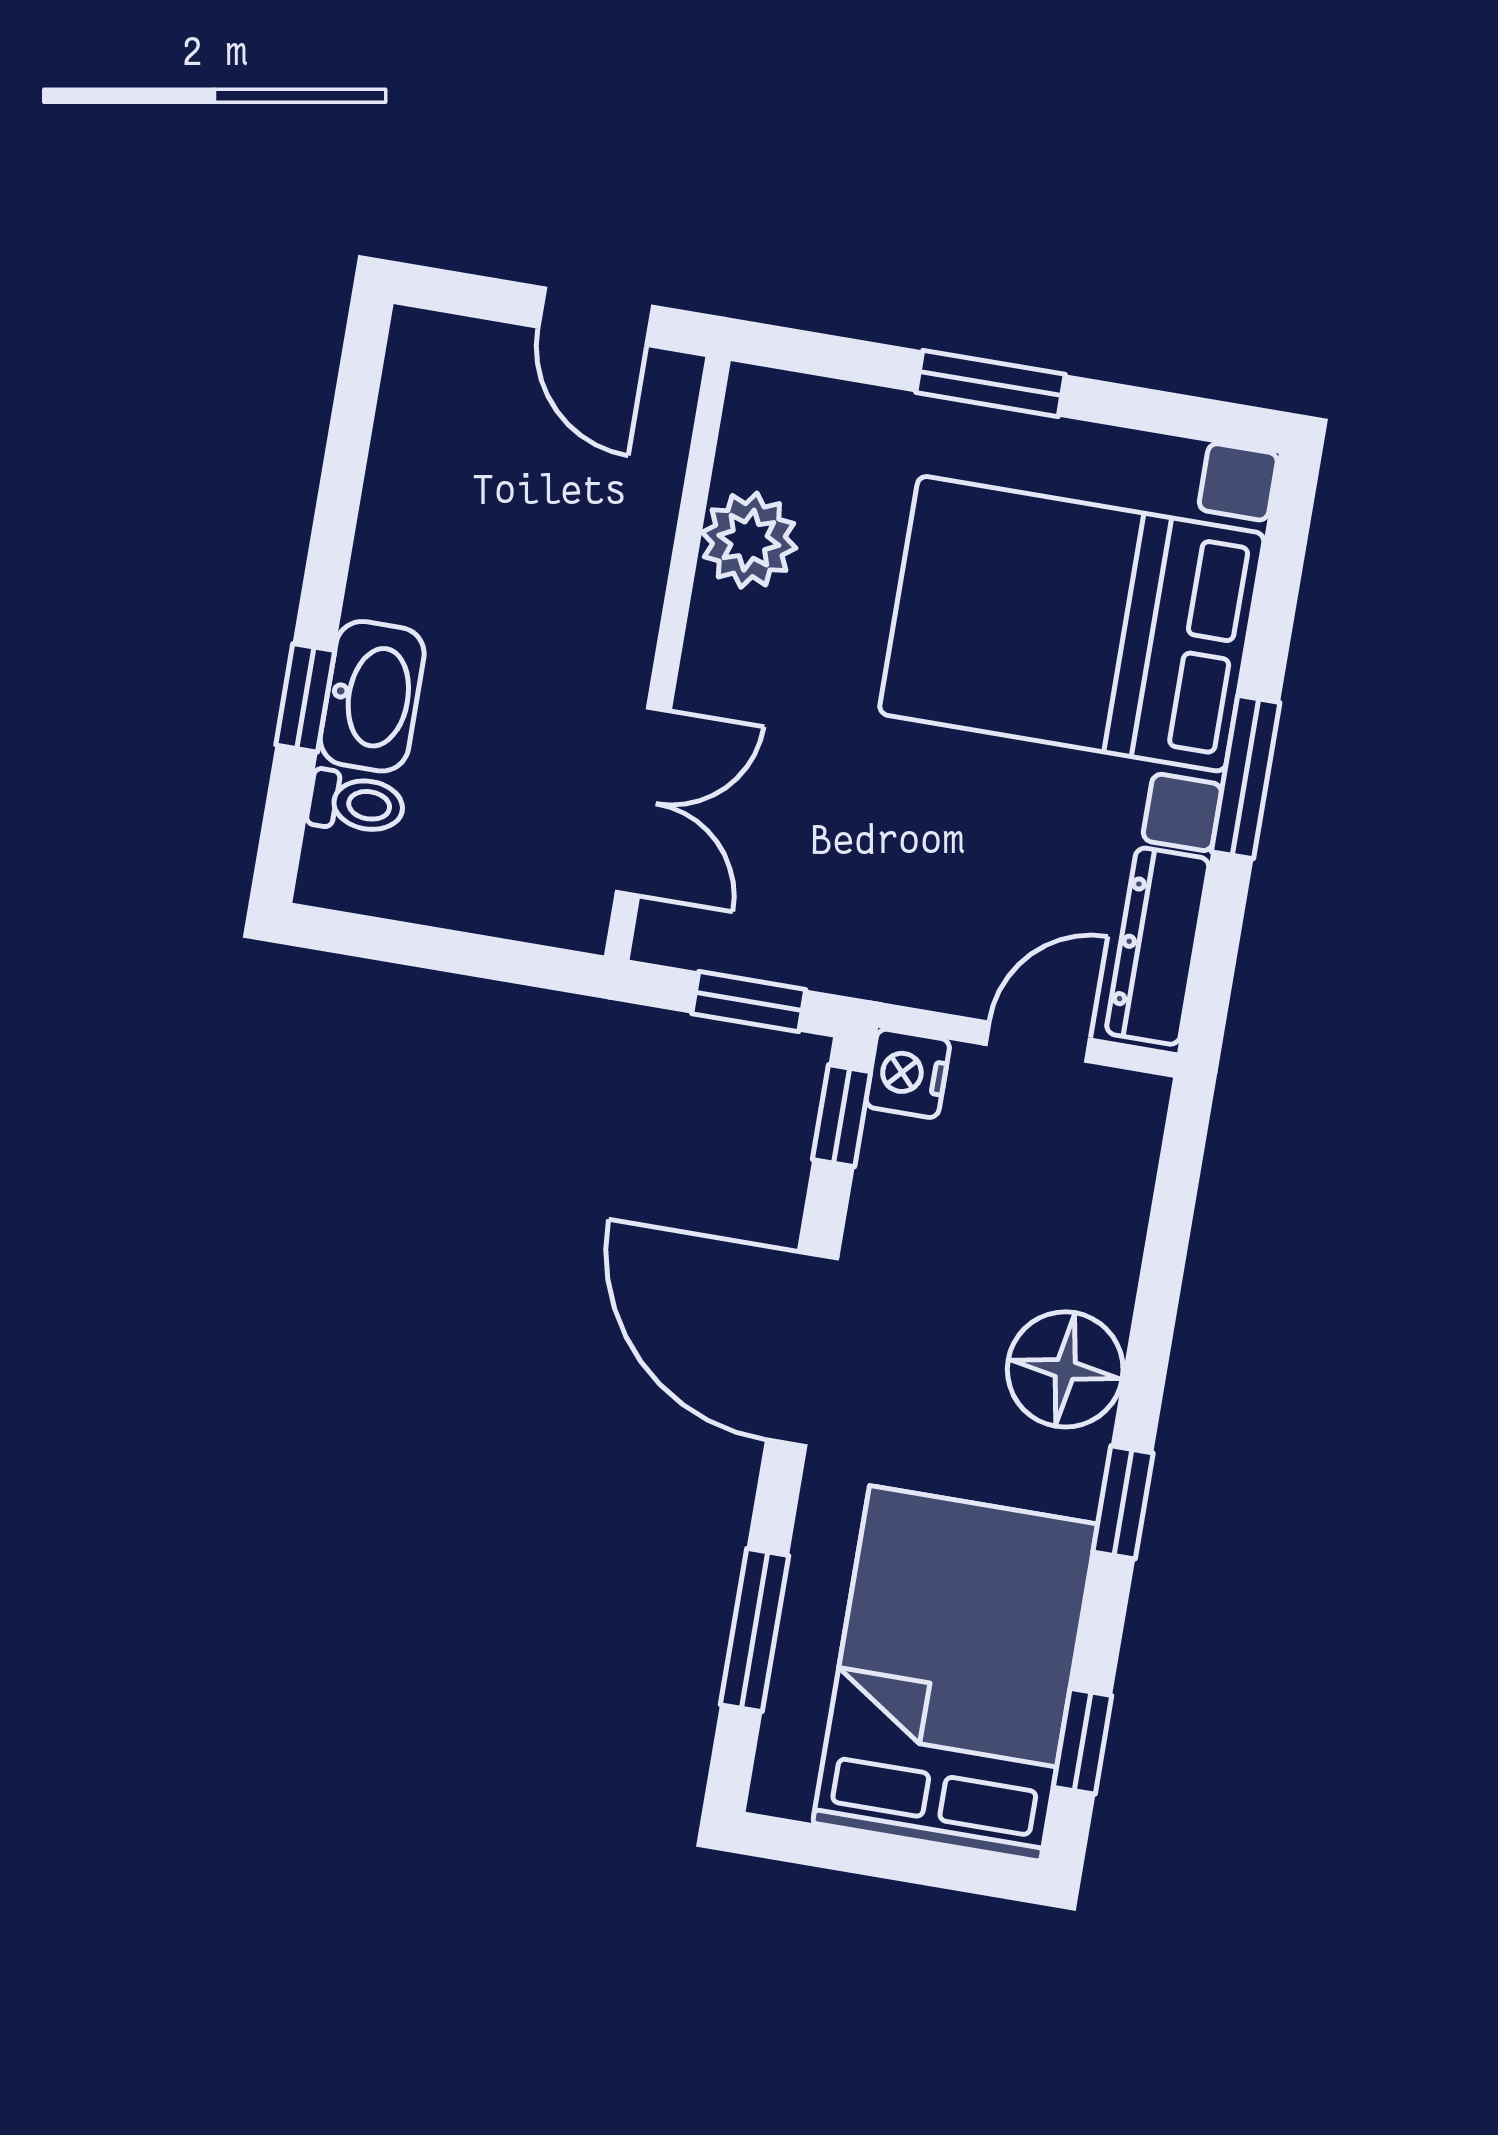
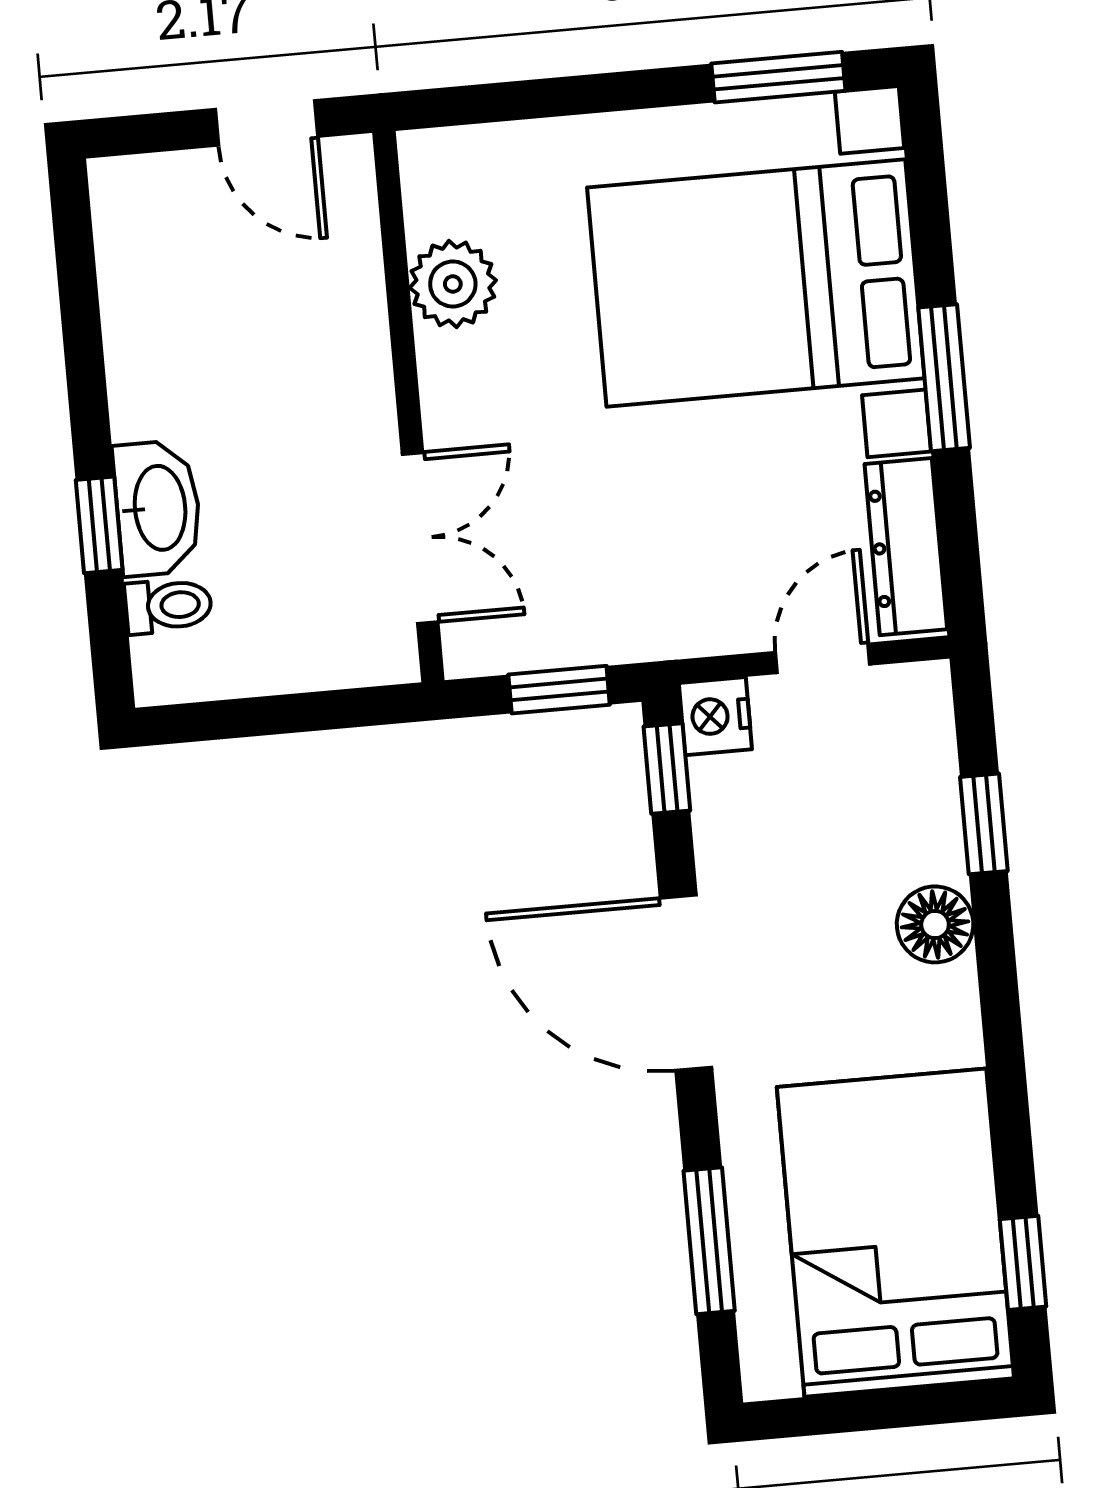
window: (991, 383) -> (778, 77), moved
floor lamp: (1065, 1369) -> (935, 924), width x0.73, depth x0.73
window: (1123, 1502) -> (984, 824), moved

